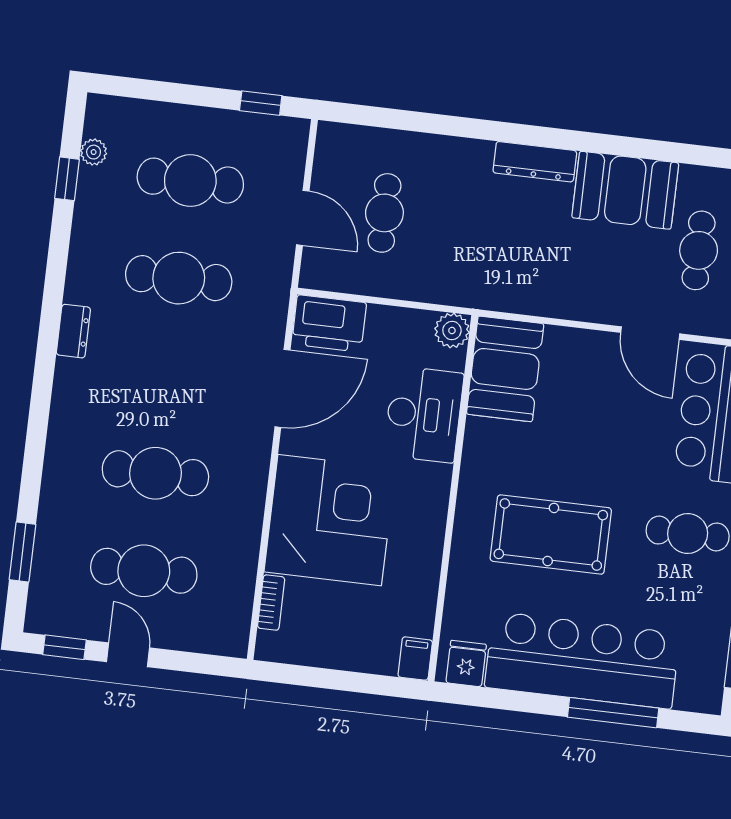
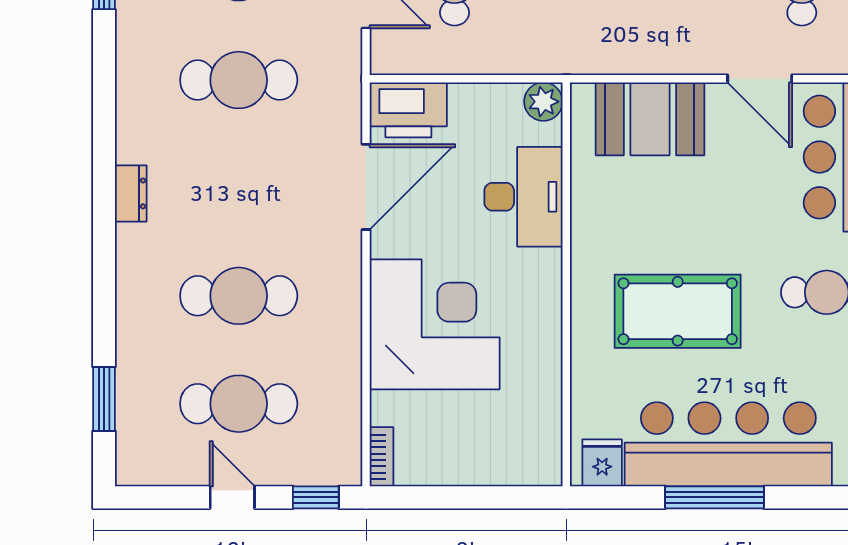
dresser: (73, 331) -> (131, 193), moved
booth: (505, 369) -> (650, 119), moved, turned 90
bookcase: (271, 603) -> (382, 457), moved
window: (65, 647) -> (316, 497), moved
filing cabinet: (415, 659) -> (546, 464), removed
window: (613, 713) -> (714, 497), moved

